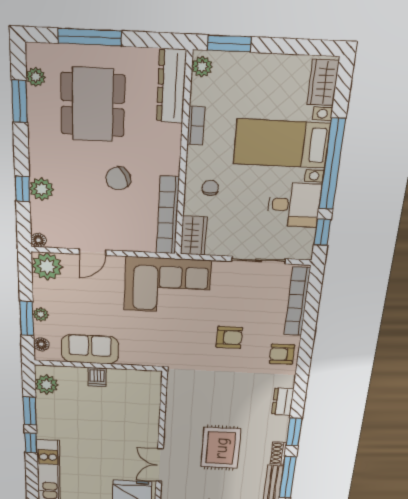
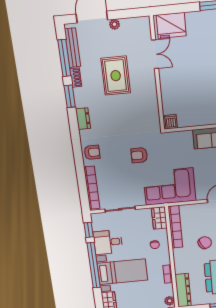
armchair: (229, 337) -> (139, 155), moved
dishwasher: (97, 377) -> (171, 122), moved

